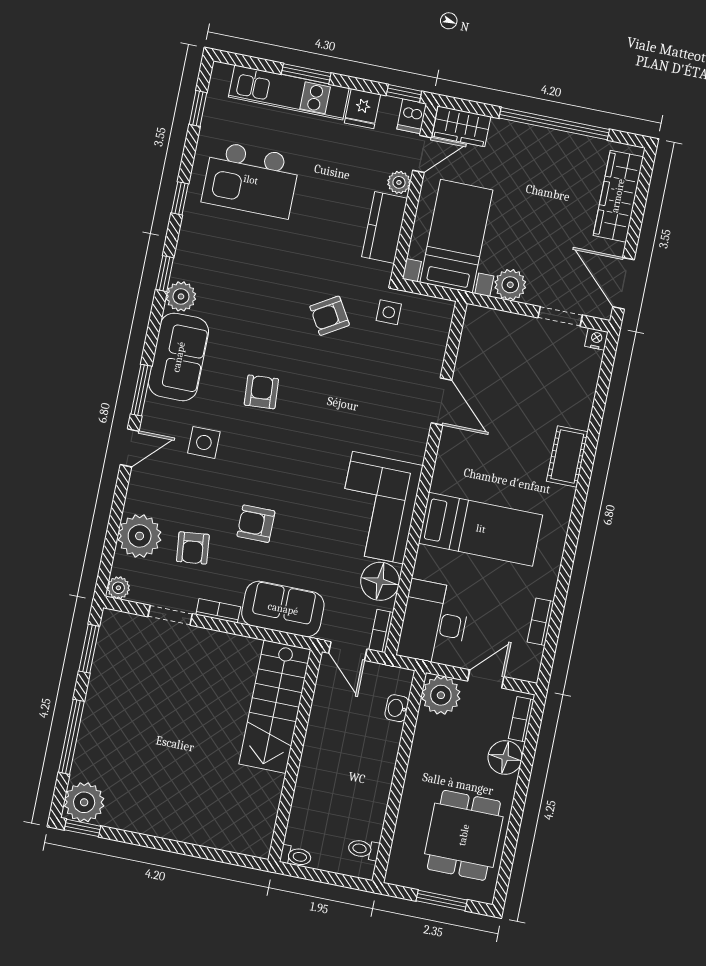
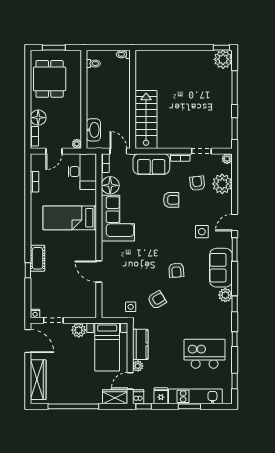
armchair: (261, 392) -> (176, 270), moved
window: (593, 435) -> (28, 270), added
plant: (441, 695) -> (77, 144), width x0.53, depth x0.53
washbasin: (397, 708) -> (93, 130), width x1.91, depth x1.45

